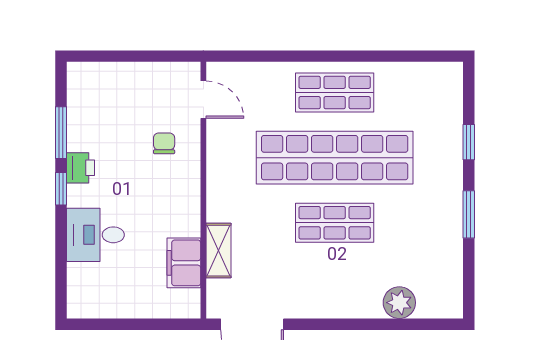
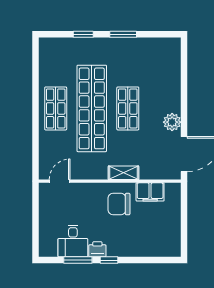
chair: (164, 143) -> (119, 204), moved, width x1.87, depth x1.87
desk: (95, 235) -> (73, 241), moved
shelving: (219, 251) -> (124, 173), moved
plant: (399, 303) -> (172, 122), moved

